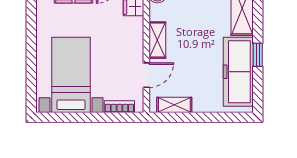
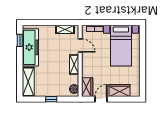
window: (258, 55) -> (20, 40), moved
door: (146, 75) -> (80, 45), swing flipped

